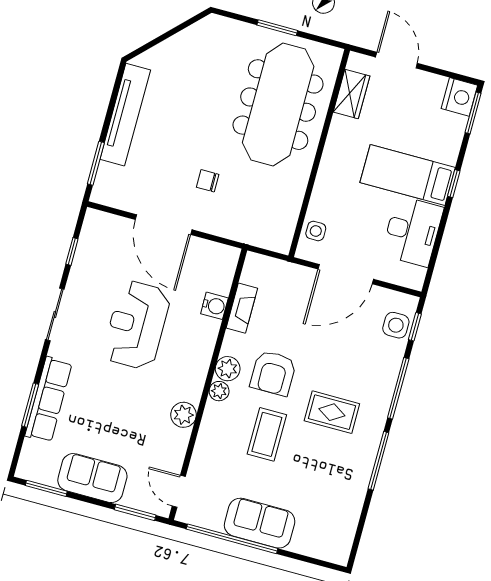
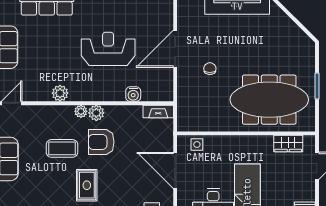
fireplace: (242, 308) -> (158, 111), moved

